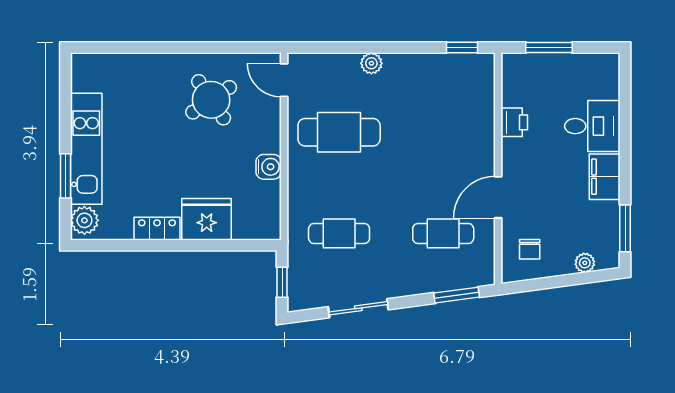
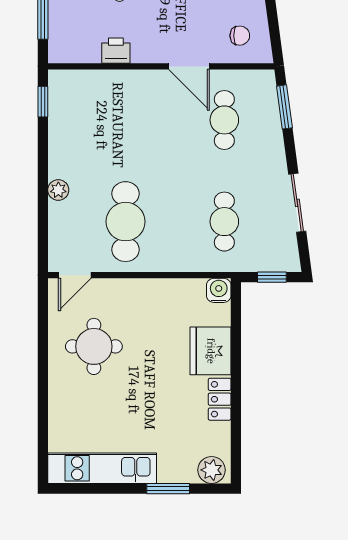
round table: (211, 100) -> (94, 346), turned 34
kitchen unit: (86, 149) -> (102, 468), moved
water cooler: (269, 167) -> (219, 290), moved

